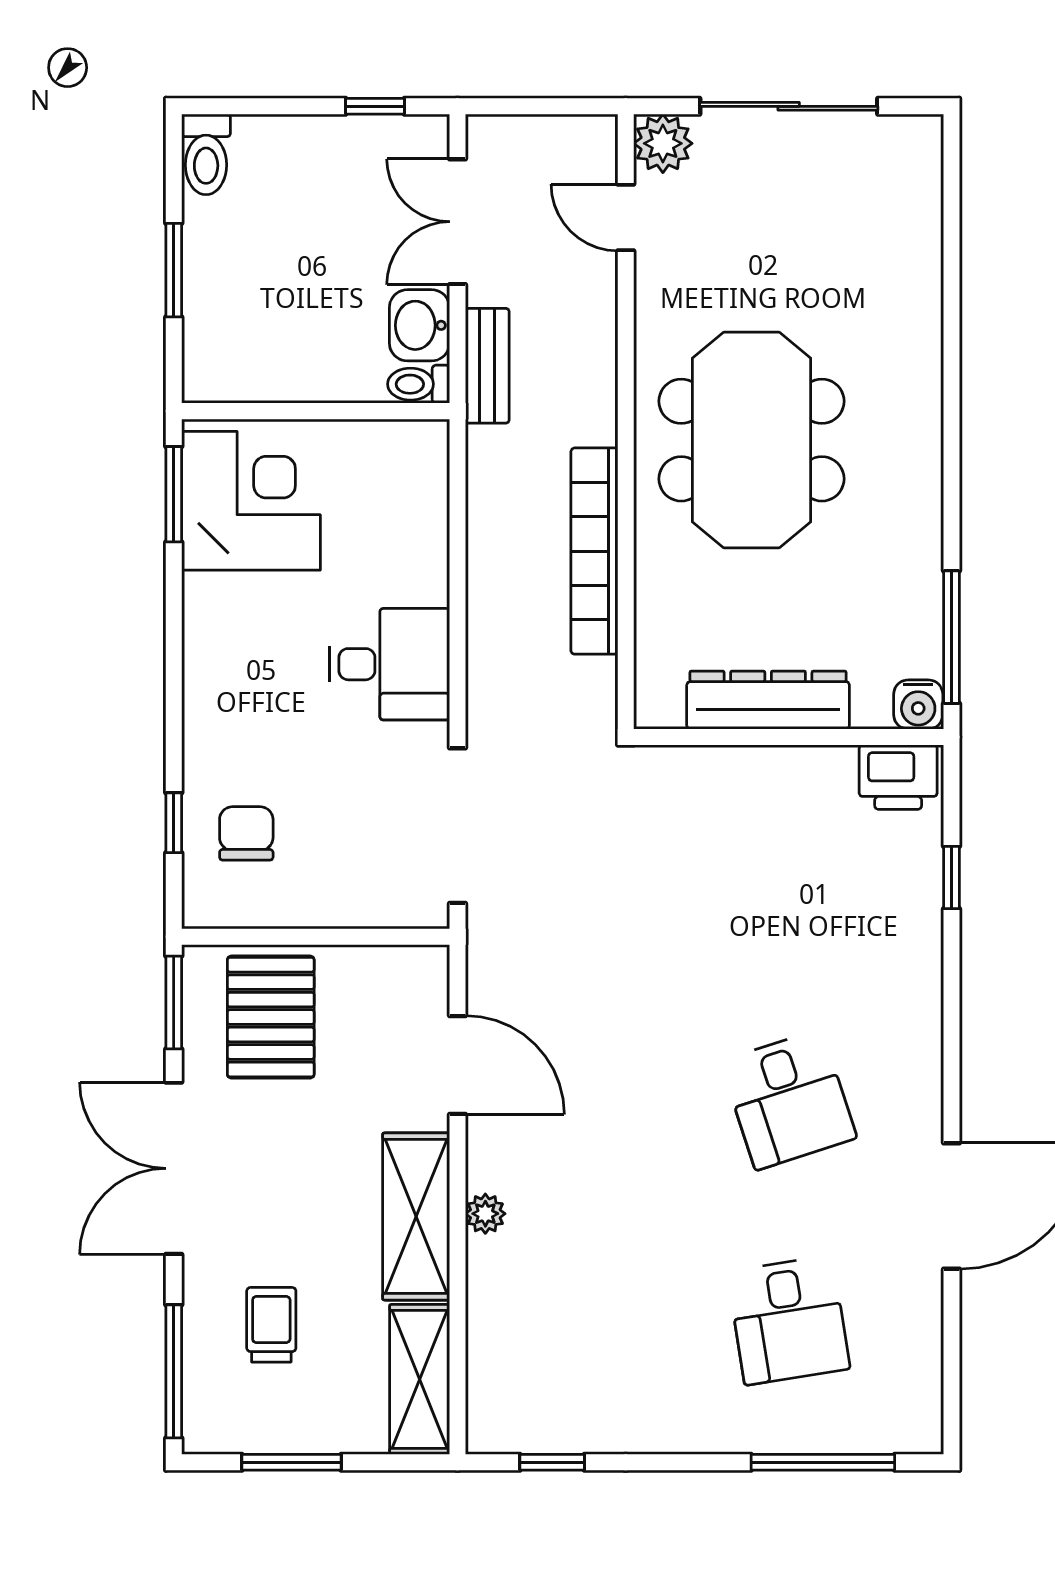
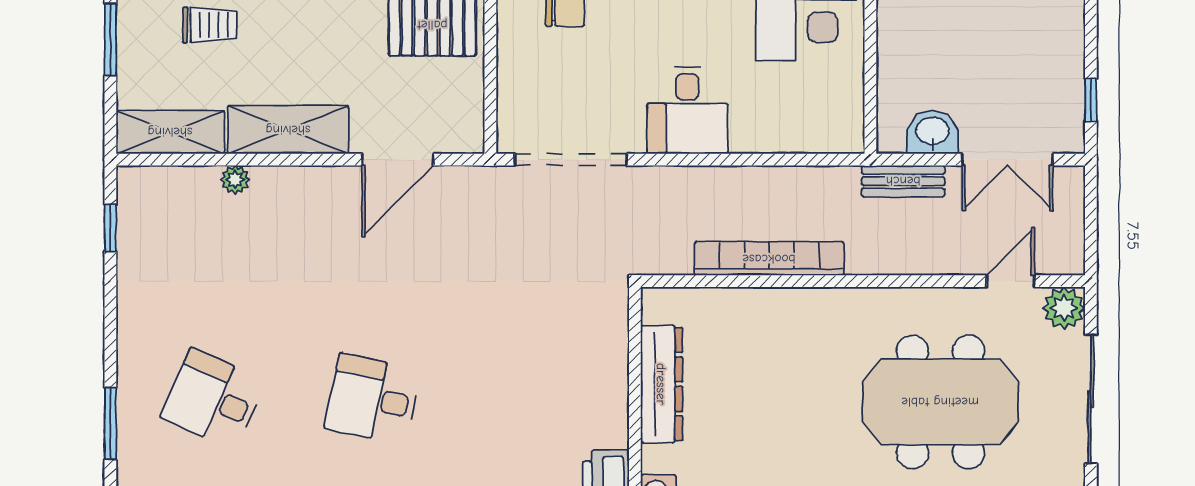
double door: (457, 222) -> (1007, 160), swing flipped
toilet: (419, 384) -> (890, 131), removed
meeting table: (752, 440) -> (940, 402), moved
desk: (789, 1100) -> (373, 399), turned 30
plant: (485, 1214) -> (235, 180), moved
desk: (789, 1320) -> (213, 399), turned 33
window: (823, 1462) -> (110, 424), width x0.69

